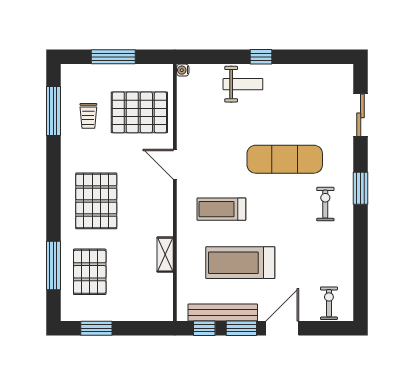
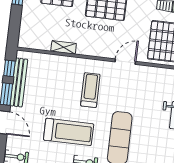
treadmill: (240, 263) -> (69, 132), moved, turned 90

